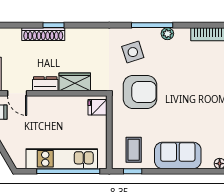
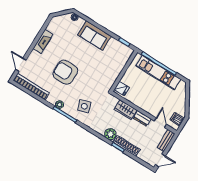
plant: (75, 36) -> (110, 134), added
armchair: (140, 92) -> (65, 72), moved
coffee table: (134, 150) -> (116, 53), removed

